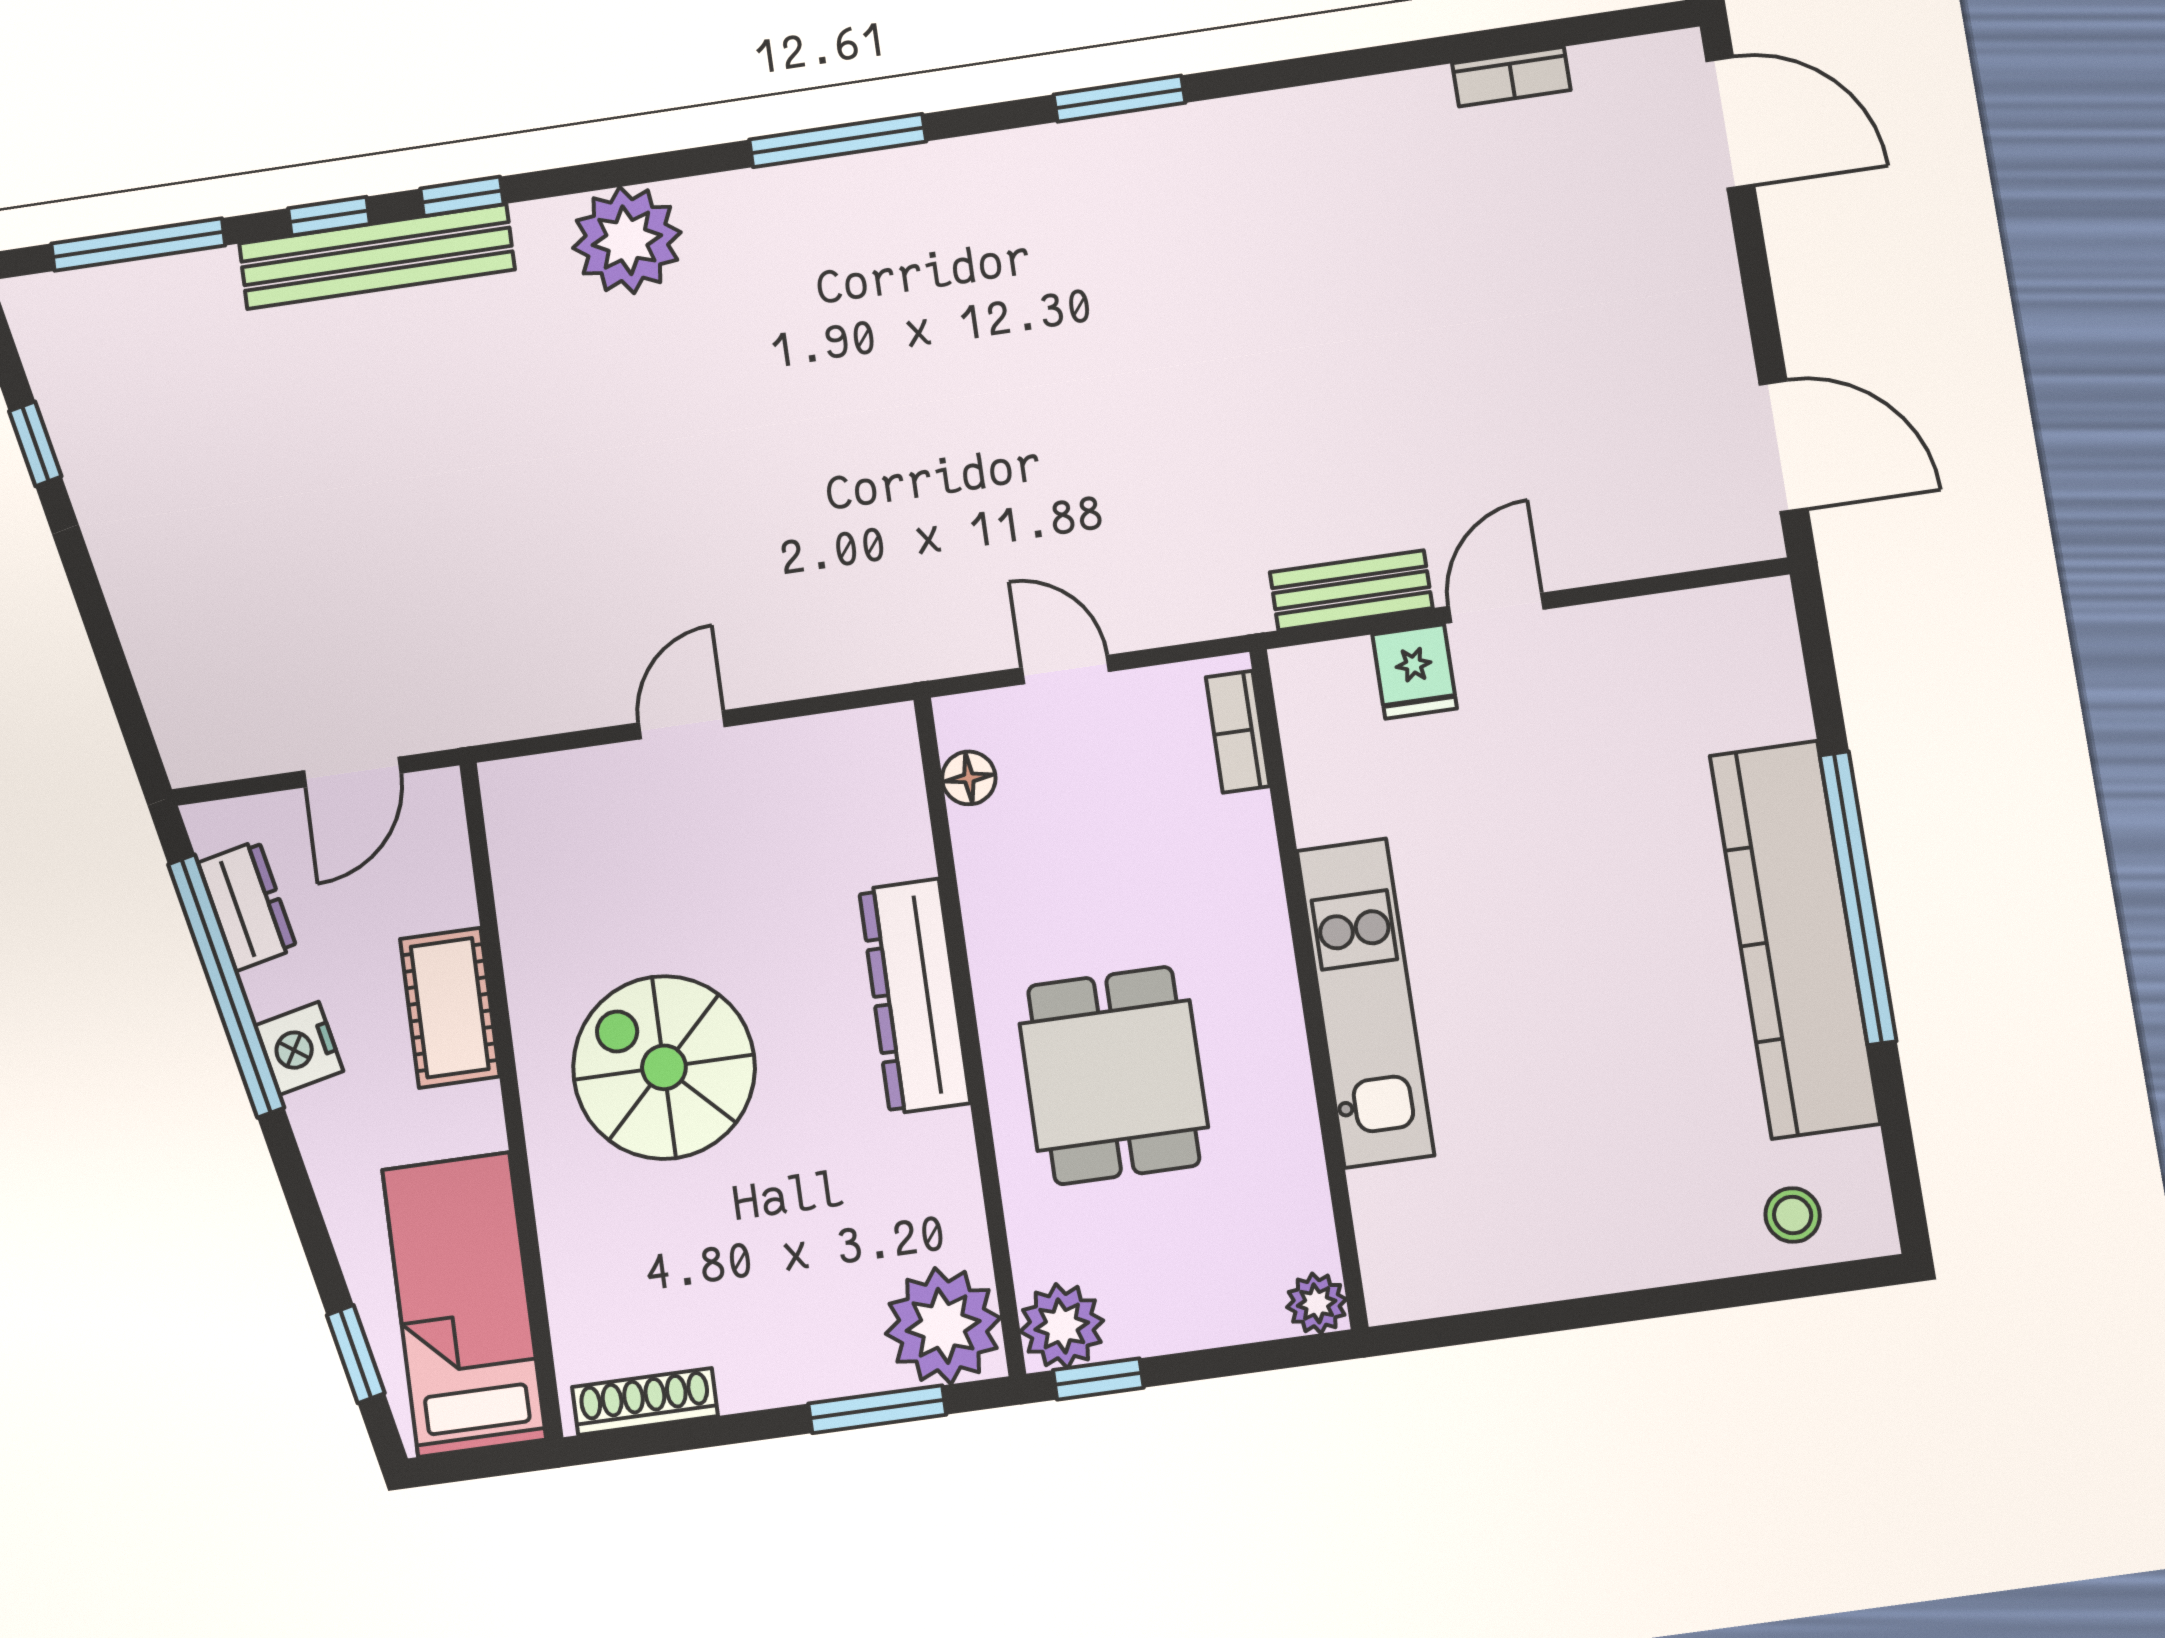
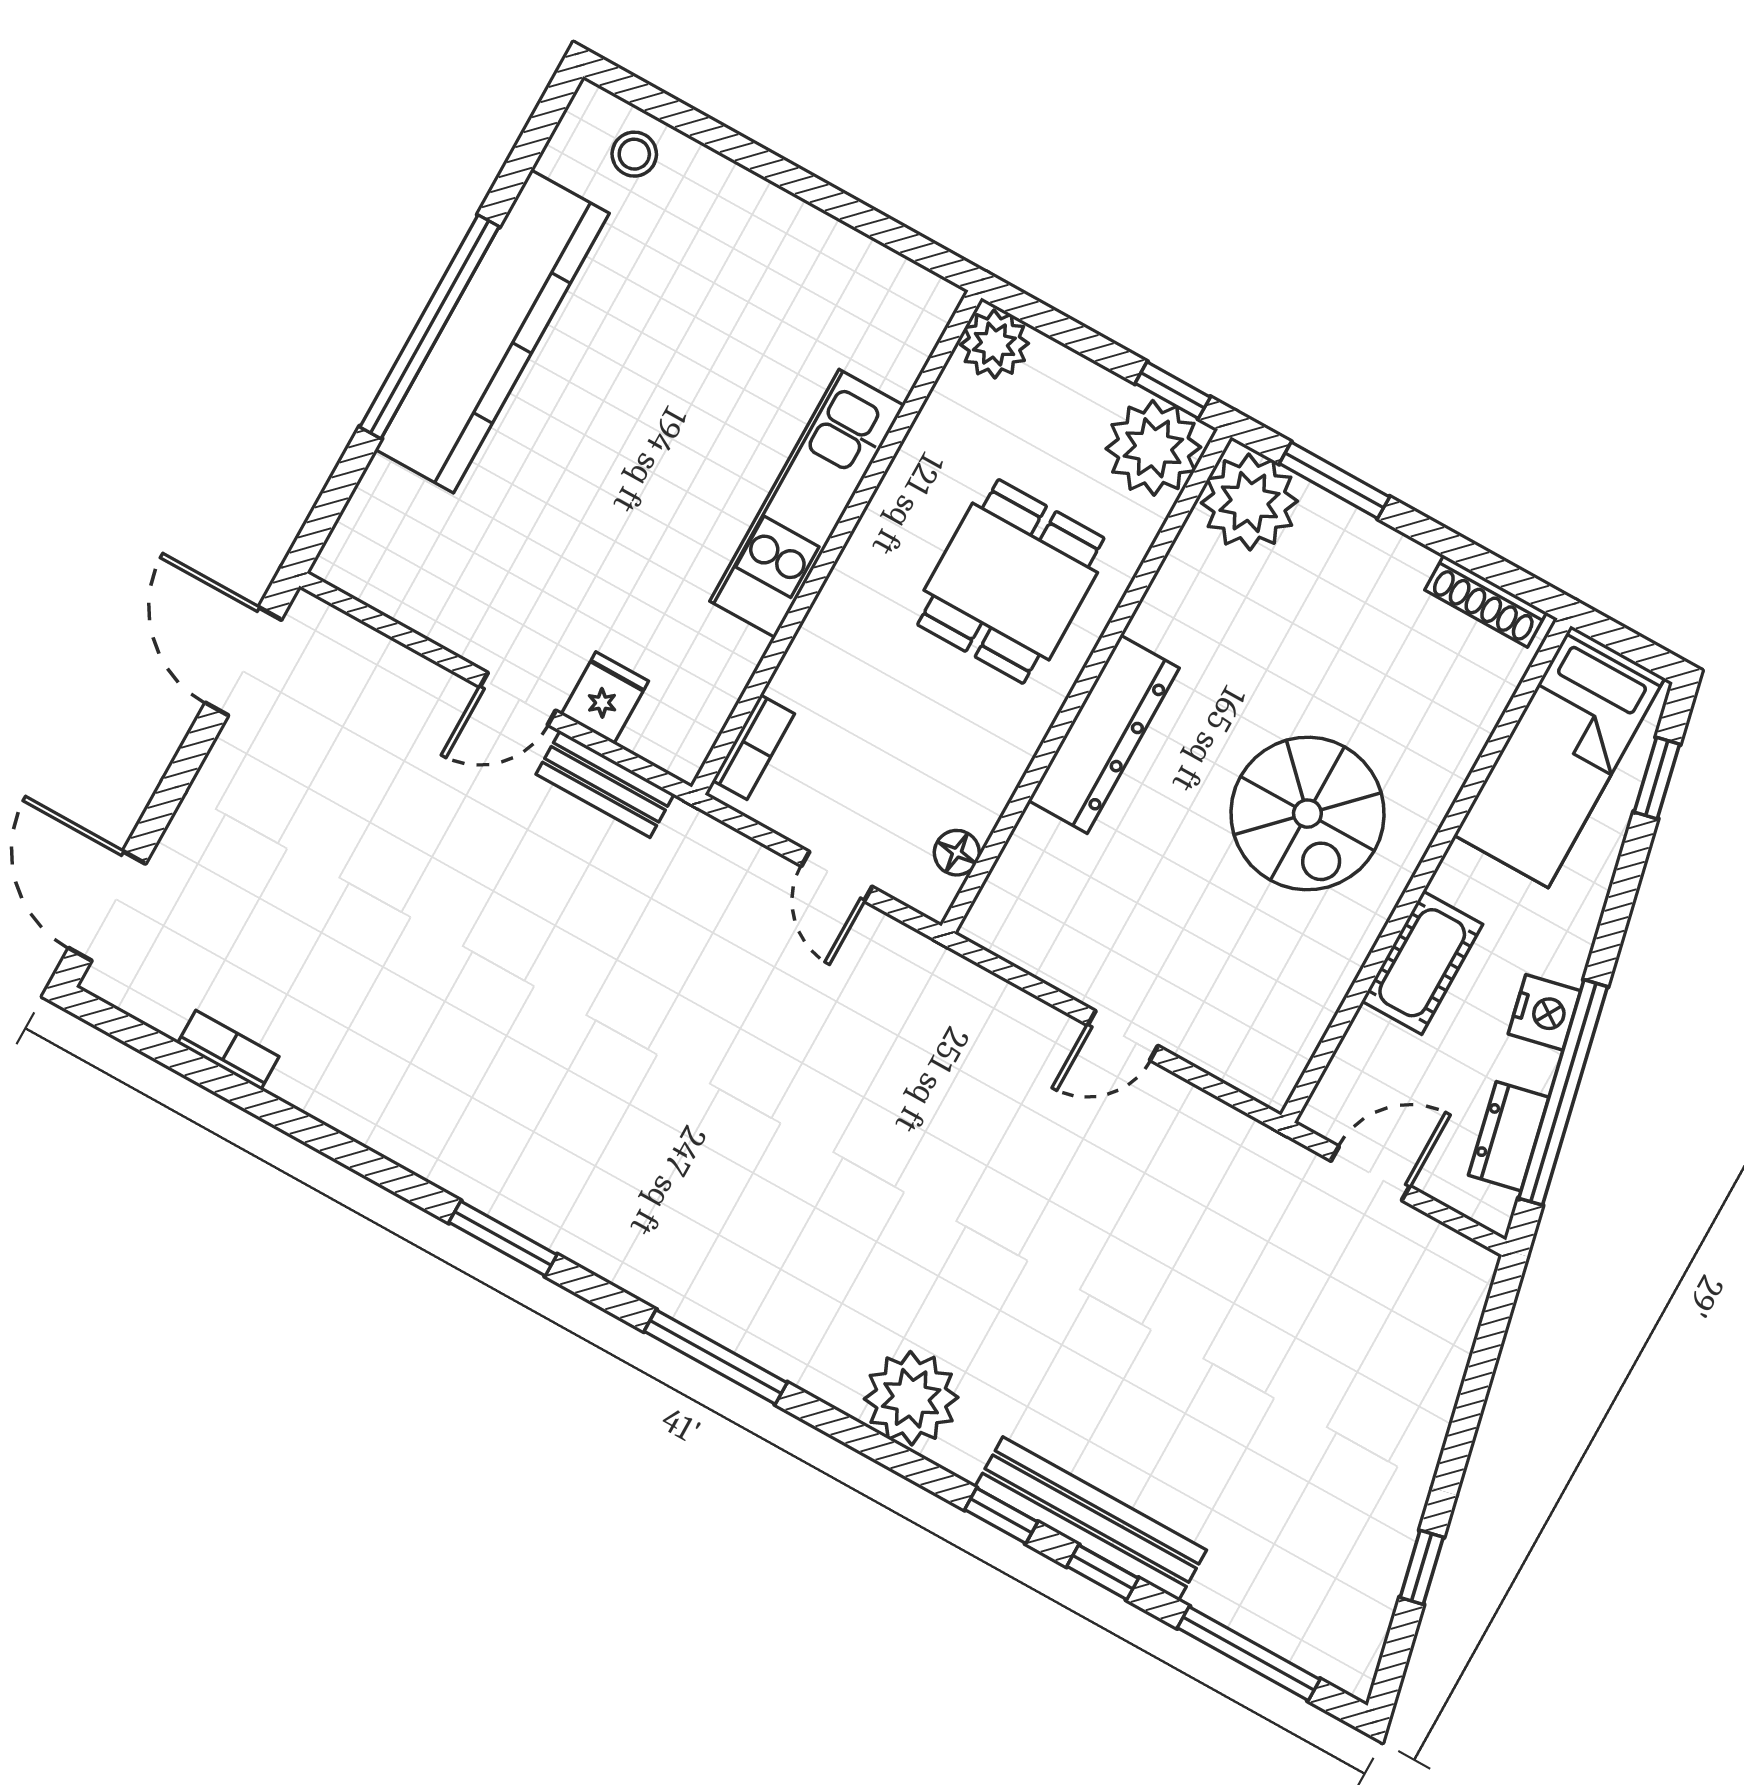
plant: (1317, 1303) -> (994, 344), width x1.38, depth x1.38
plant: (1062, 1326) -> (1153, 448), width x1.36, depth x1.36

